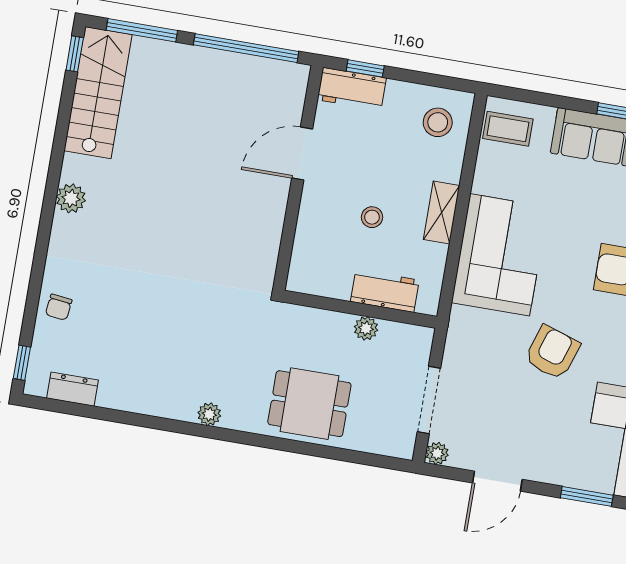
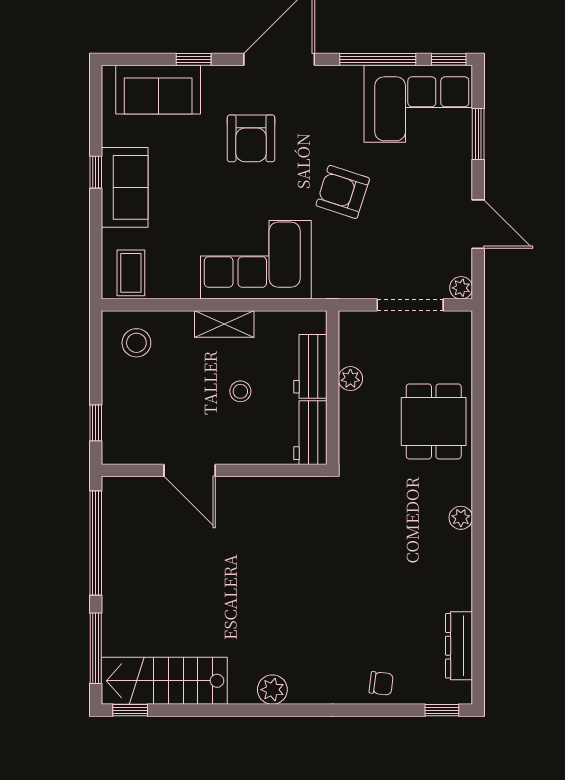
workbench: (352, 89) -> (310, 433), moved, turned 180
dresser: (72, 389) -> (459, 646), width x1.44

